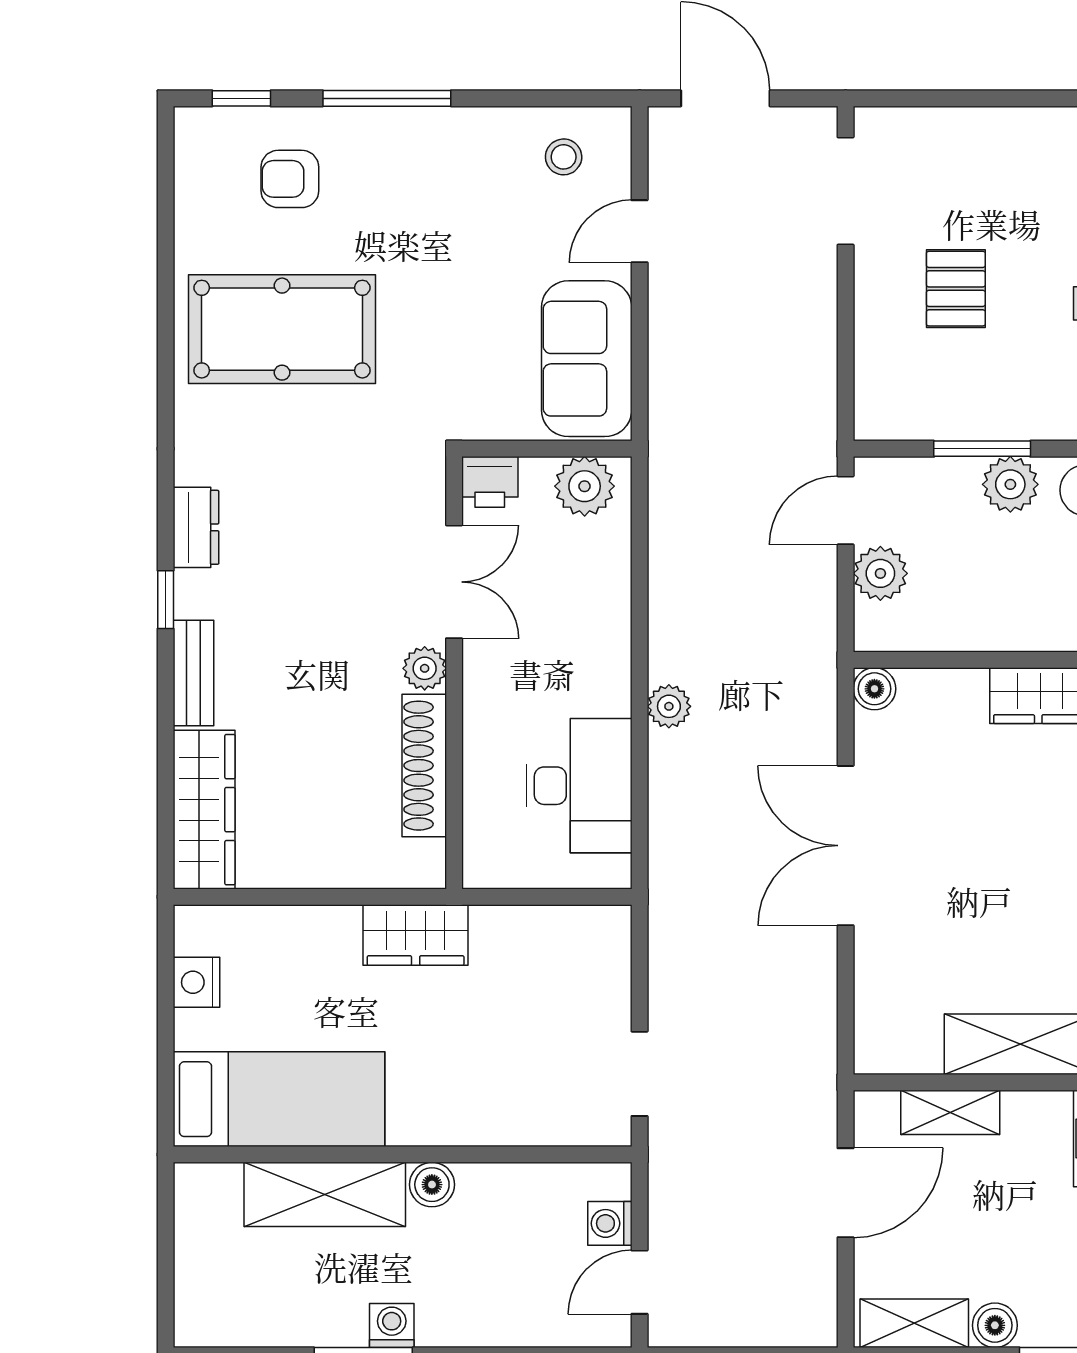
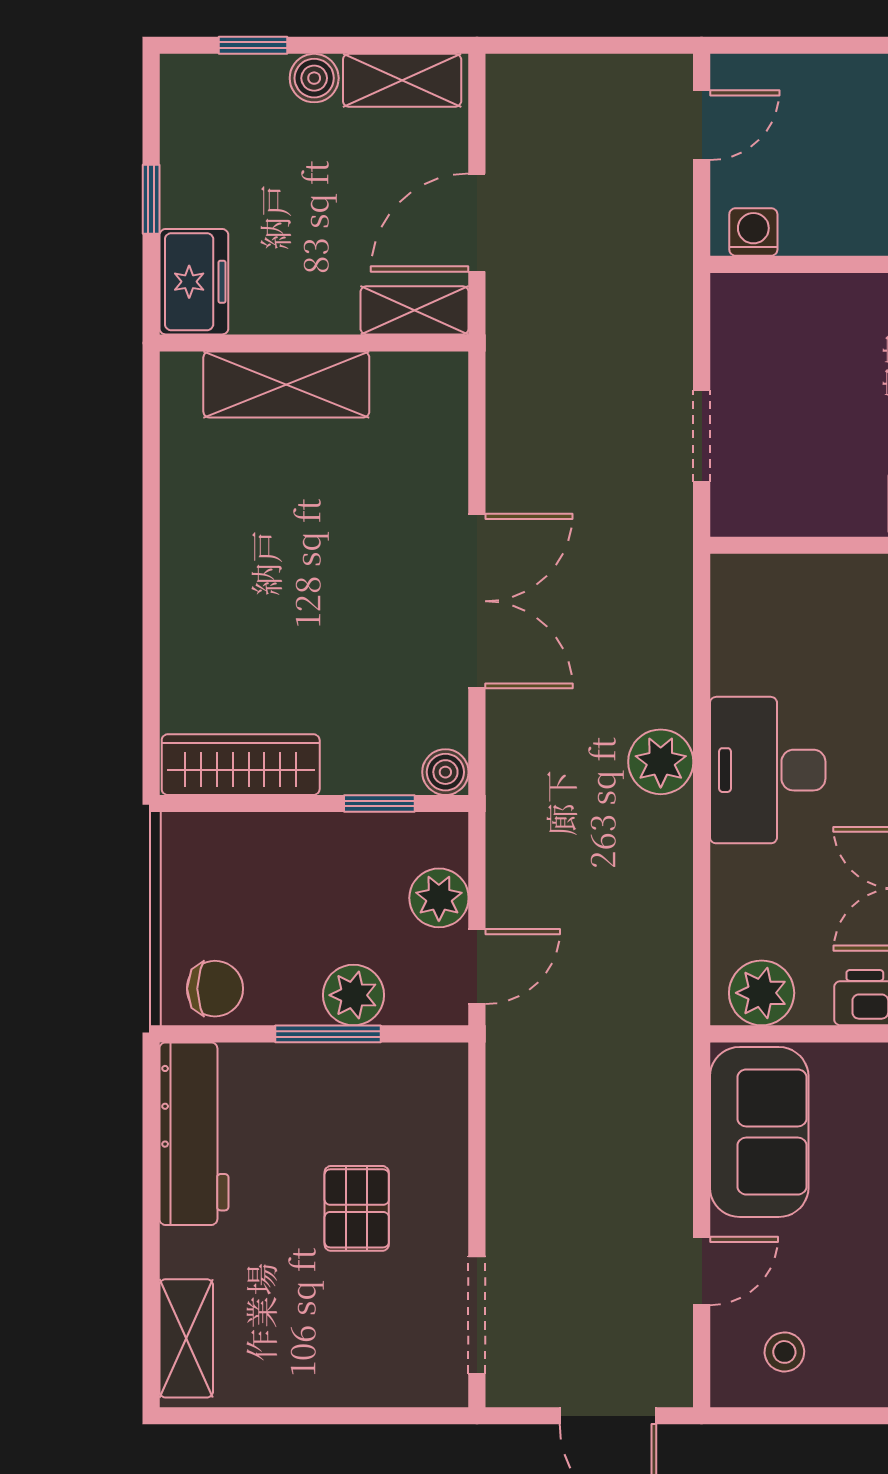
plant: (1010, 484) -> (353, 995), moved
window: (935, 660) -> (379, 804), added
plant: (669, 706) -> (661, 762), width x1.38, depth x1.38
desk: (579, 786) -> (768, 770), moved
doorway: (640, 1074) -> (702, 436), moved
shelving: (950, 1112) -> (415, 310), moved
washing machine: (610, 1223) -> (753, 232), moved, turned -90

